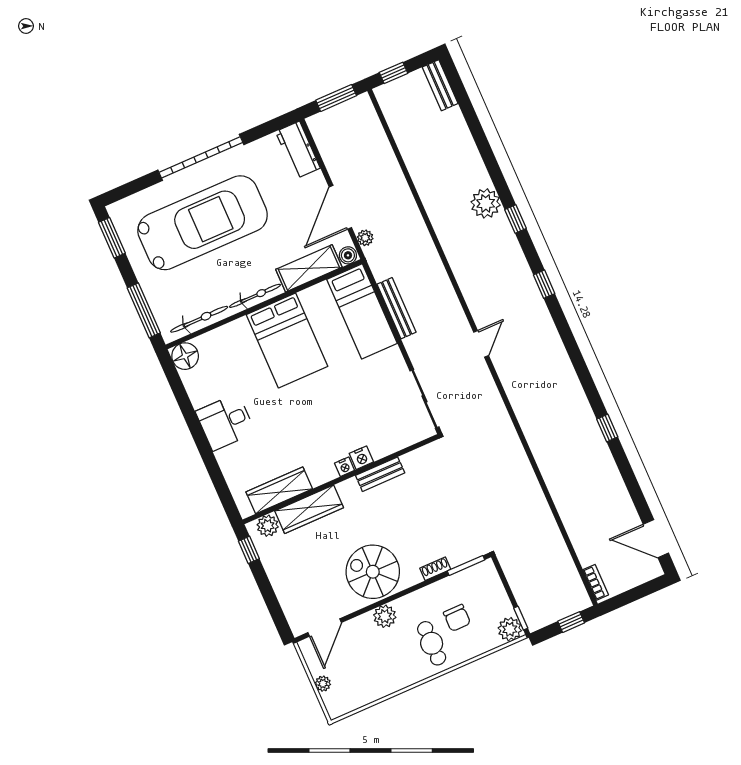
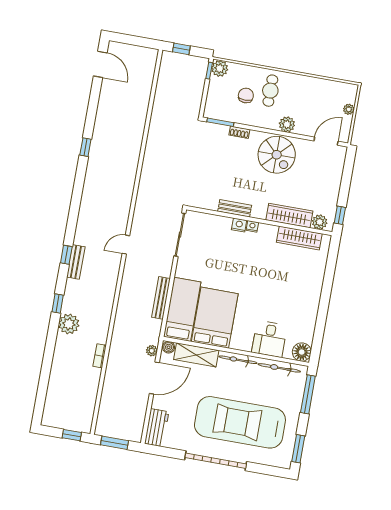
bench: (440, 85) -> (76, 262), moved
bed: (287, 340) -> (215, 318), moved
desk: (225, 422) -> (269, 339), moved, turned 90
bookcase: (596, 582) -> (100, 356), moved

